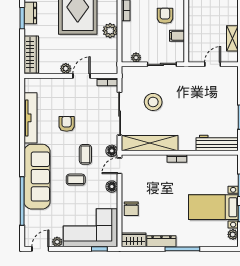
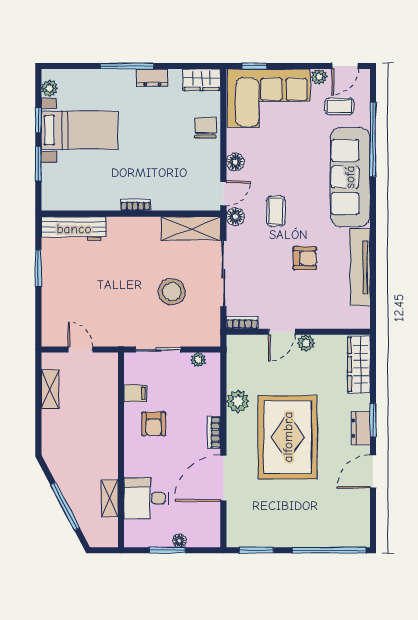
door: (213, 64) -> (80, 349), swing flipped
armchair: (67, 124) -> (305, 258), turned -90
shelving: (150, 143) -> (191, 228), width x0.68
coffee table: (76, 180) -> (339, 106), moved
dresser: (161, 241) -> (152, 78), width x0.70

